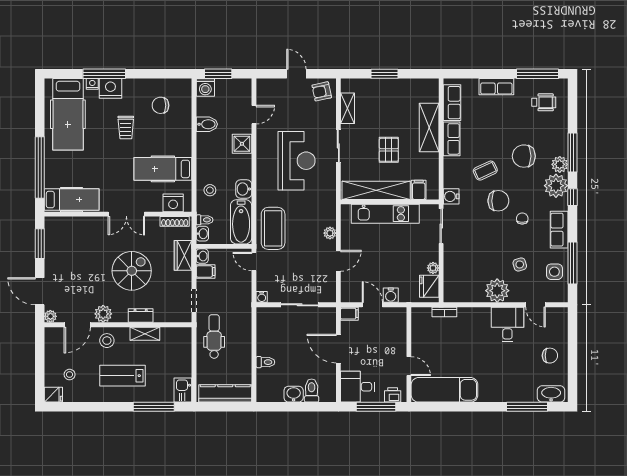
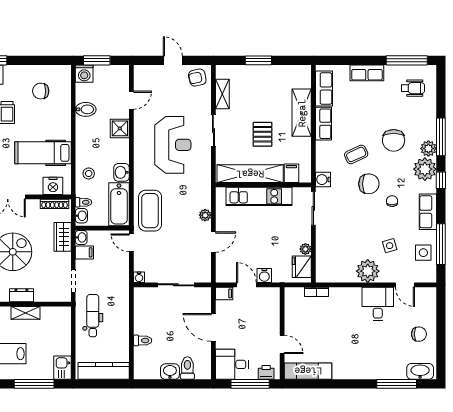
chair: (524, 156) -> (394, 140), turned -90
exam couch: (444, 390) -> (308, 371), width x0.73, depth x0.69

